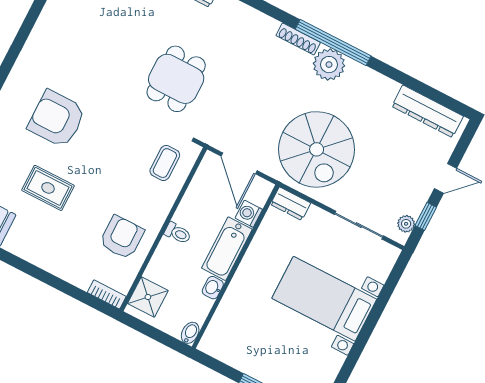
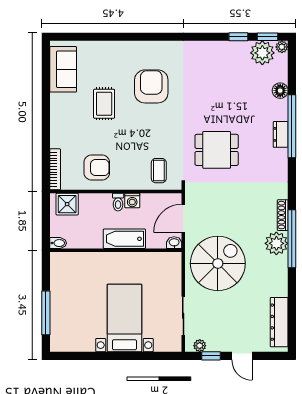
spiral stairs: (317, 149) -> (218, 263), turned 180
coffee table: (165, 163) -> (159, 171), turned 90
dresser: (291, 204) -> (174, 265), removed
washing machine: (249, 214) -> (132, 201), moved, turned 180
washbasin: (213, 288) -> (174, 243), moved
bookcase: (107, 294) -> (55, 169), width x1.56

